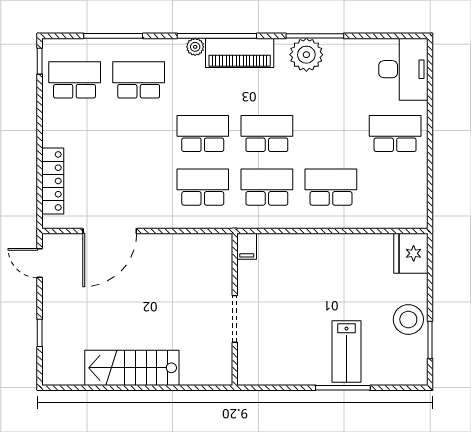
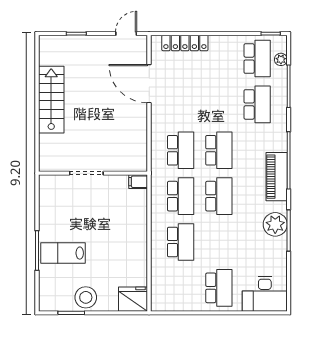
plant: (195, 47) -> (281, 59), moved

